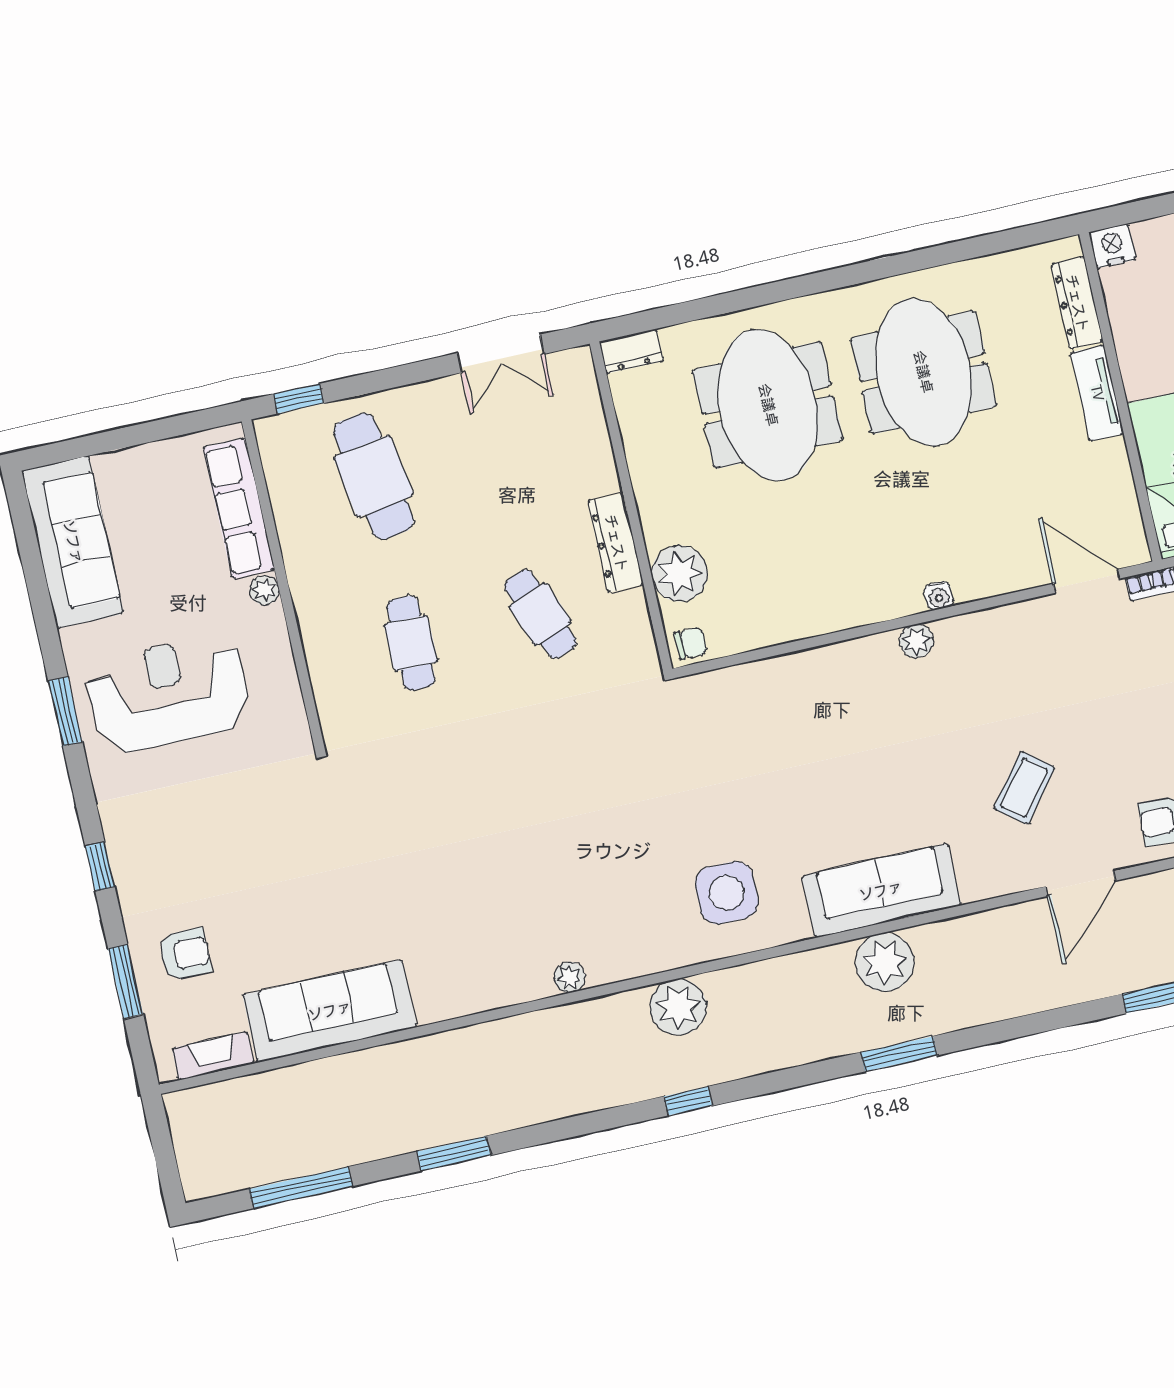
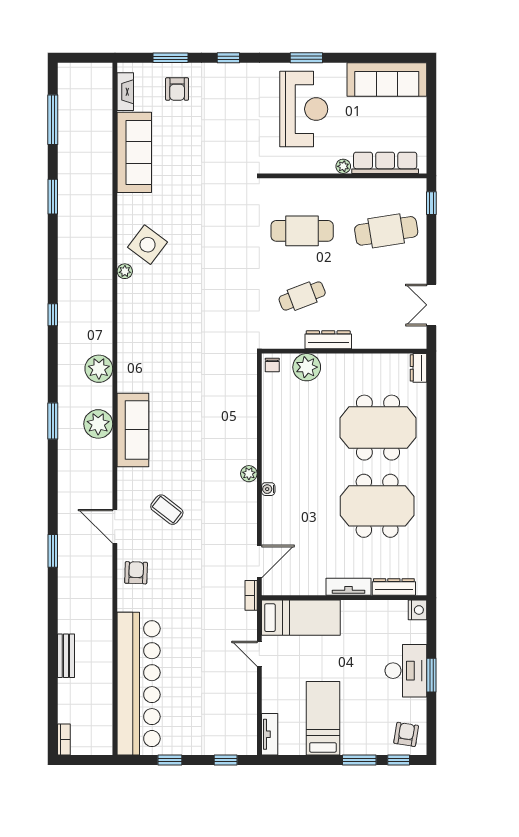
cafe table: (411, 643) -> (302, 231), width x1.37, depth x1.35
side table: (727, 893) -> (148, 245), moved, turned 37
plant: (678, 1007) -> (99, 369), moved

